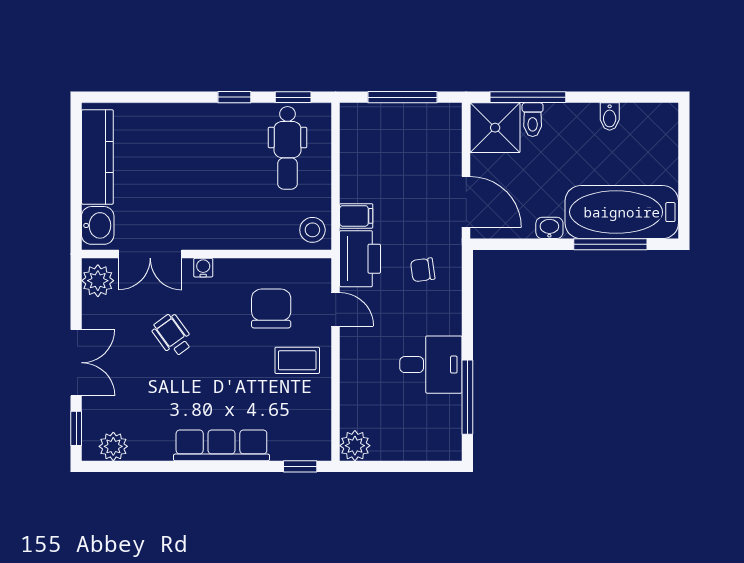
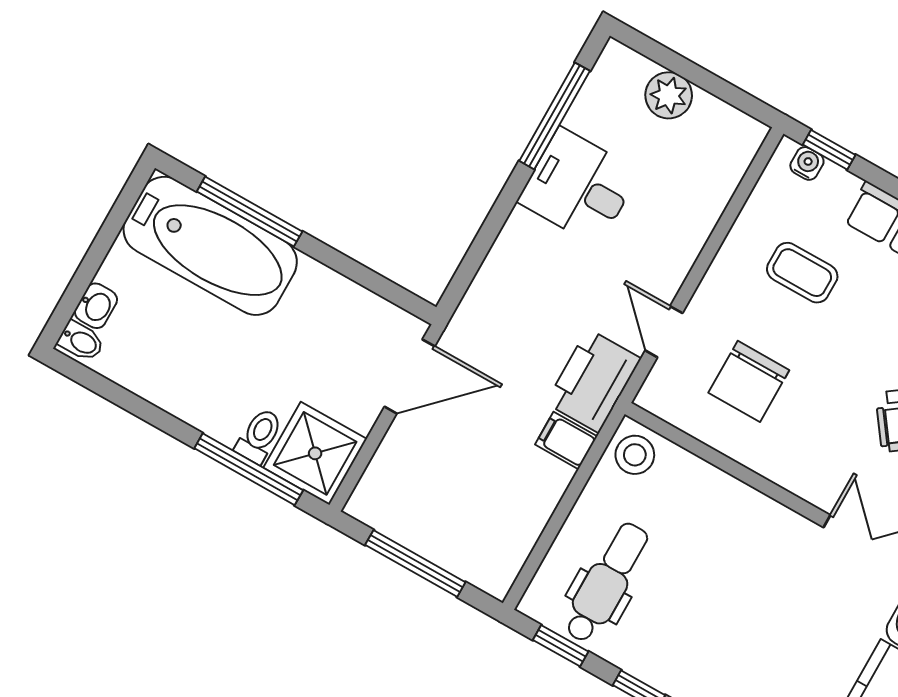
bidet: (610, 117) -> (81, 341), moved, turned 90
door: (466, 202) -> (410, 377), swing flipped
washbasin: (549, 228) -> (96, 306), moved, turned -90
water cooler: (203, 268) -> (807, 163), moved, turned 180
chair: (423, 270) -> (518, 319), removed
coffee table: (297, 360) -> (802, 273), moved
plant: (355, 446) -> (669, 95), moved

